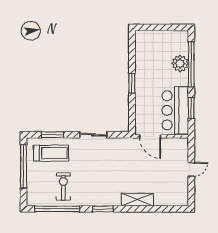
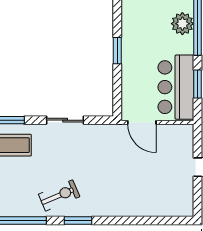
exercise bike: (63, 187) -> (59, 195), moved, turned 67
shelving: (137, 200) -> (125, 208), removed

